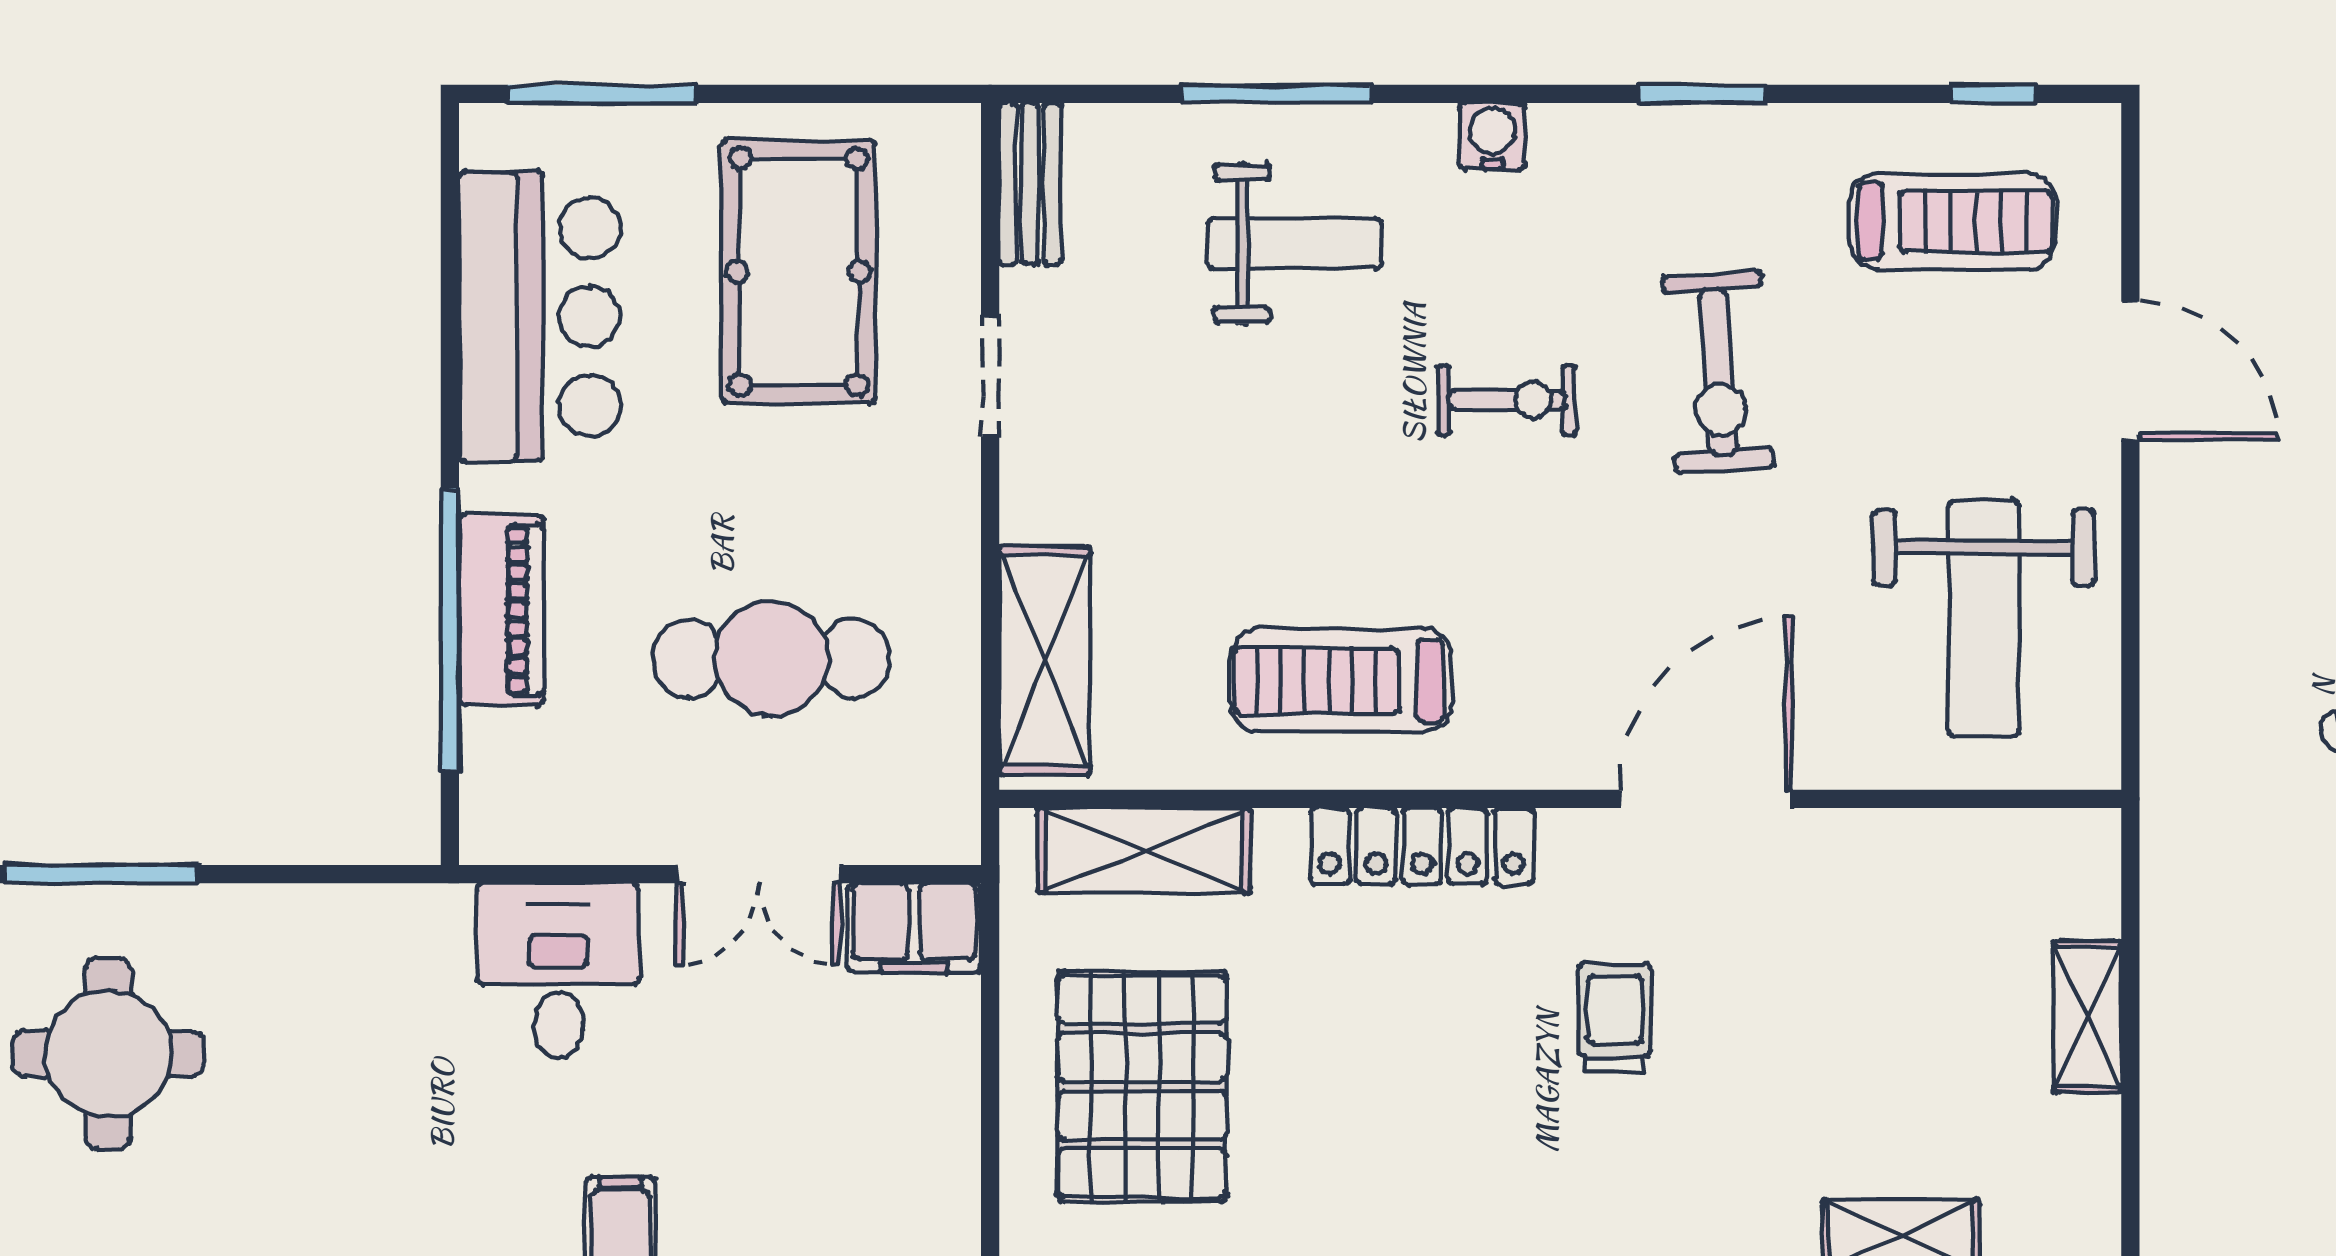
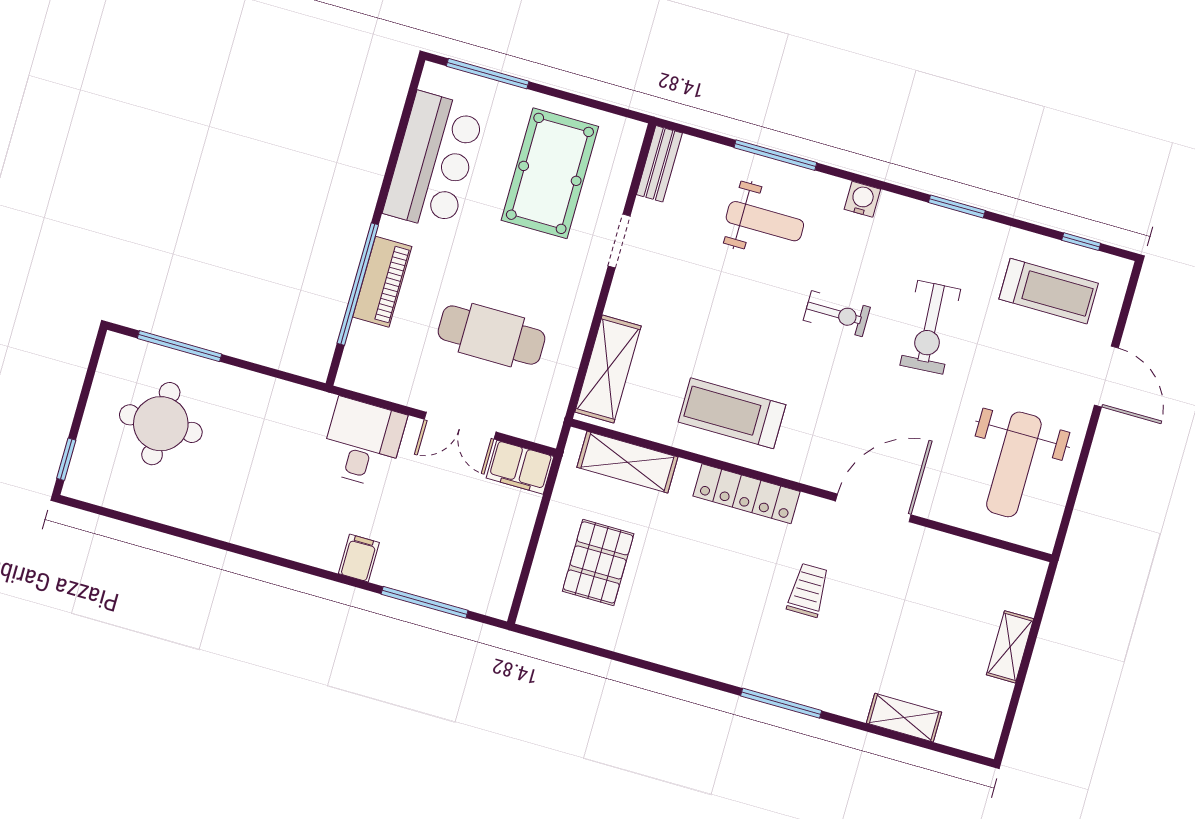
pallet: (1142, 1086) -> (598, 562), width x0.73, depth x0.71

